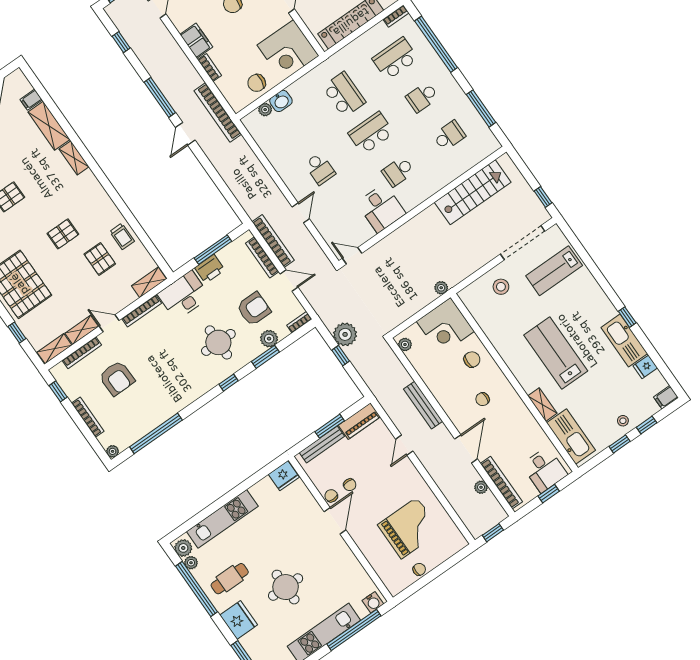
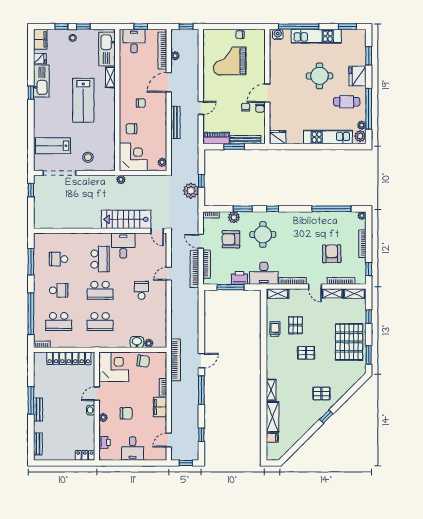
school desk: (344, 94) -> (100, 322), turned -90
school desk: (398, 171) -> (100, 259), width x1.85
stairs: (473, 192) -> (126, 219), moved
lab bench: (554, 271) -> (53, 146), turned 180
filing cabinet: (666, 397) -> (40, 39), width x2.00

